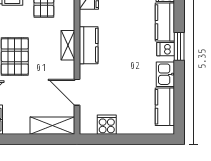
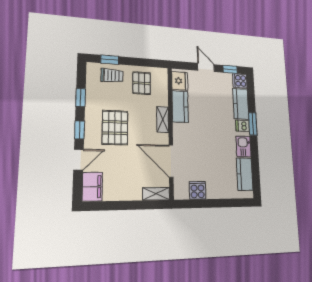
kitchen counter: (89, 45) -> (180, 107), moved
door: (77, 92) -> (171, 161), width x1.36
shelving: (52, 126) -> (156, 194), width x0.67, depth x0.75

